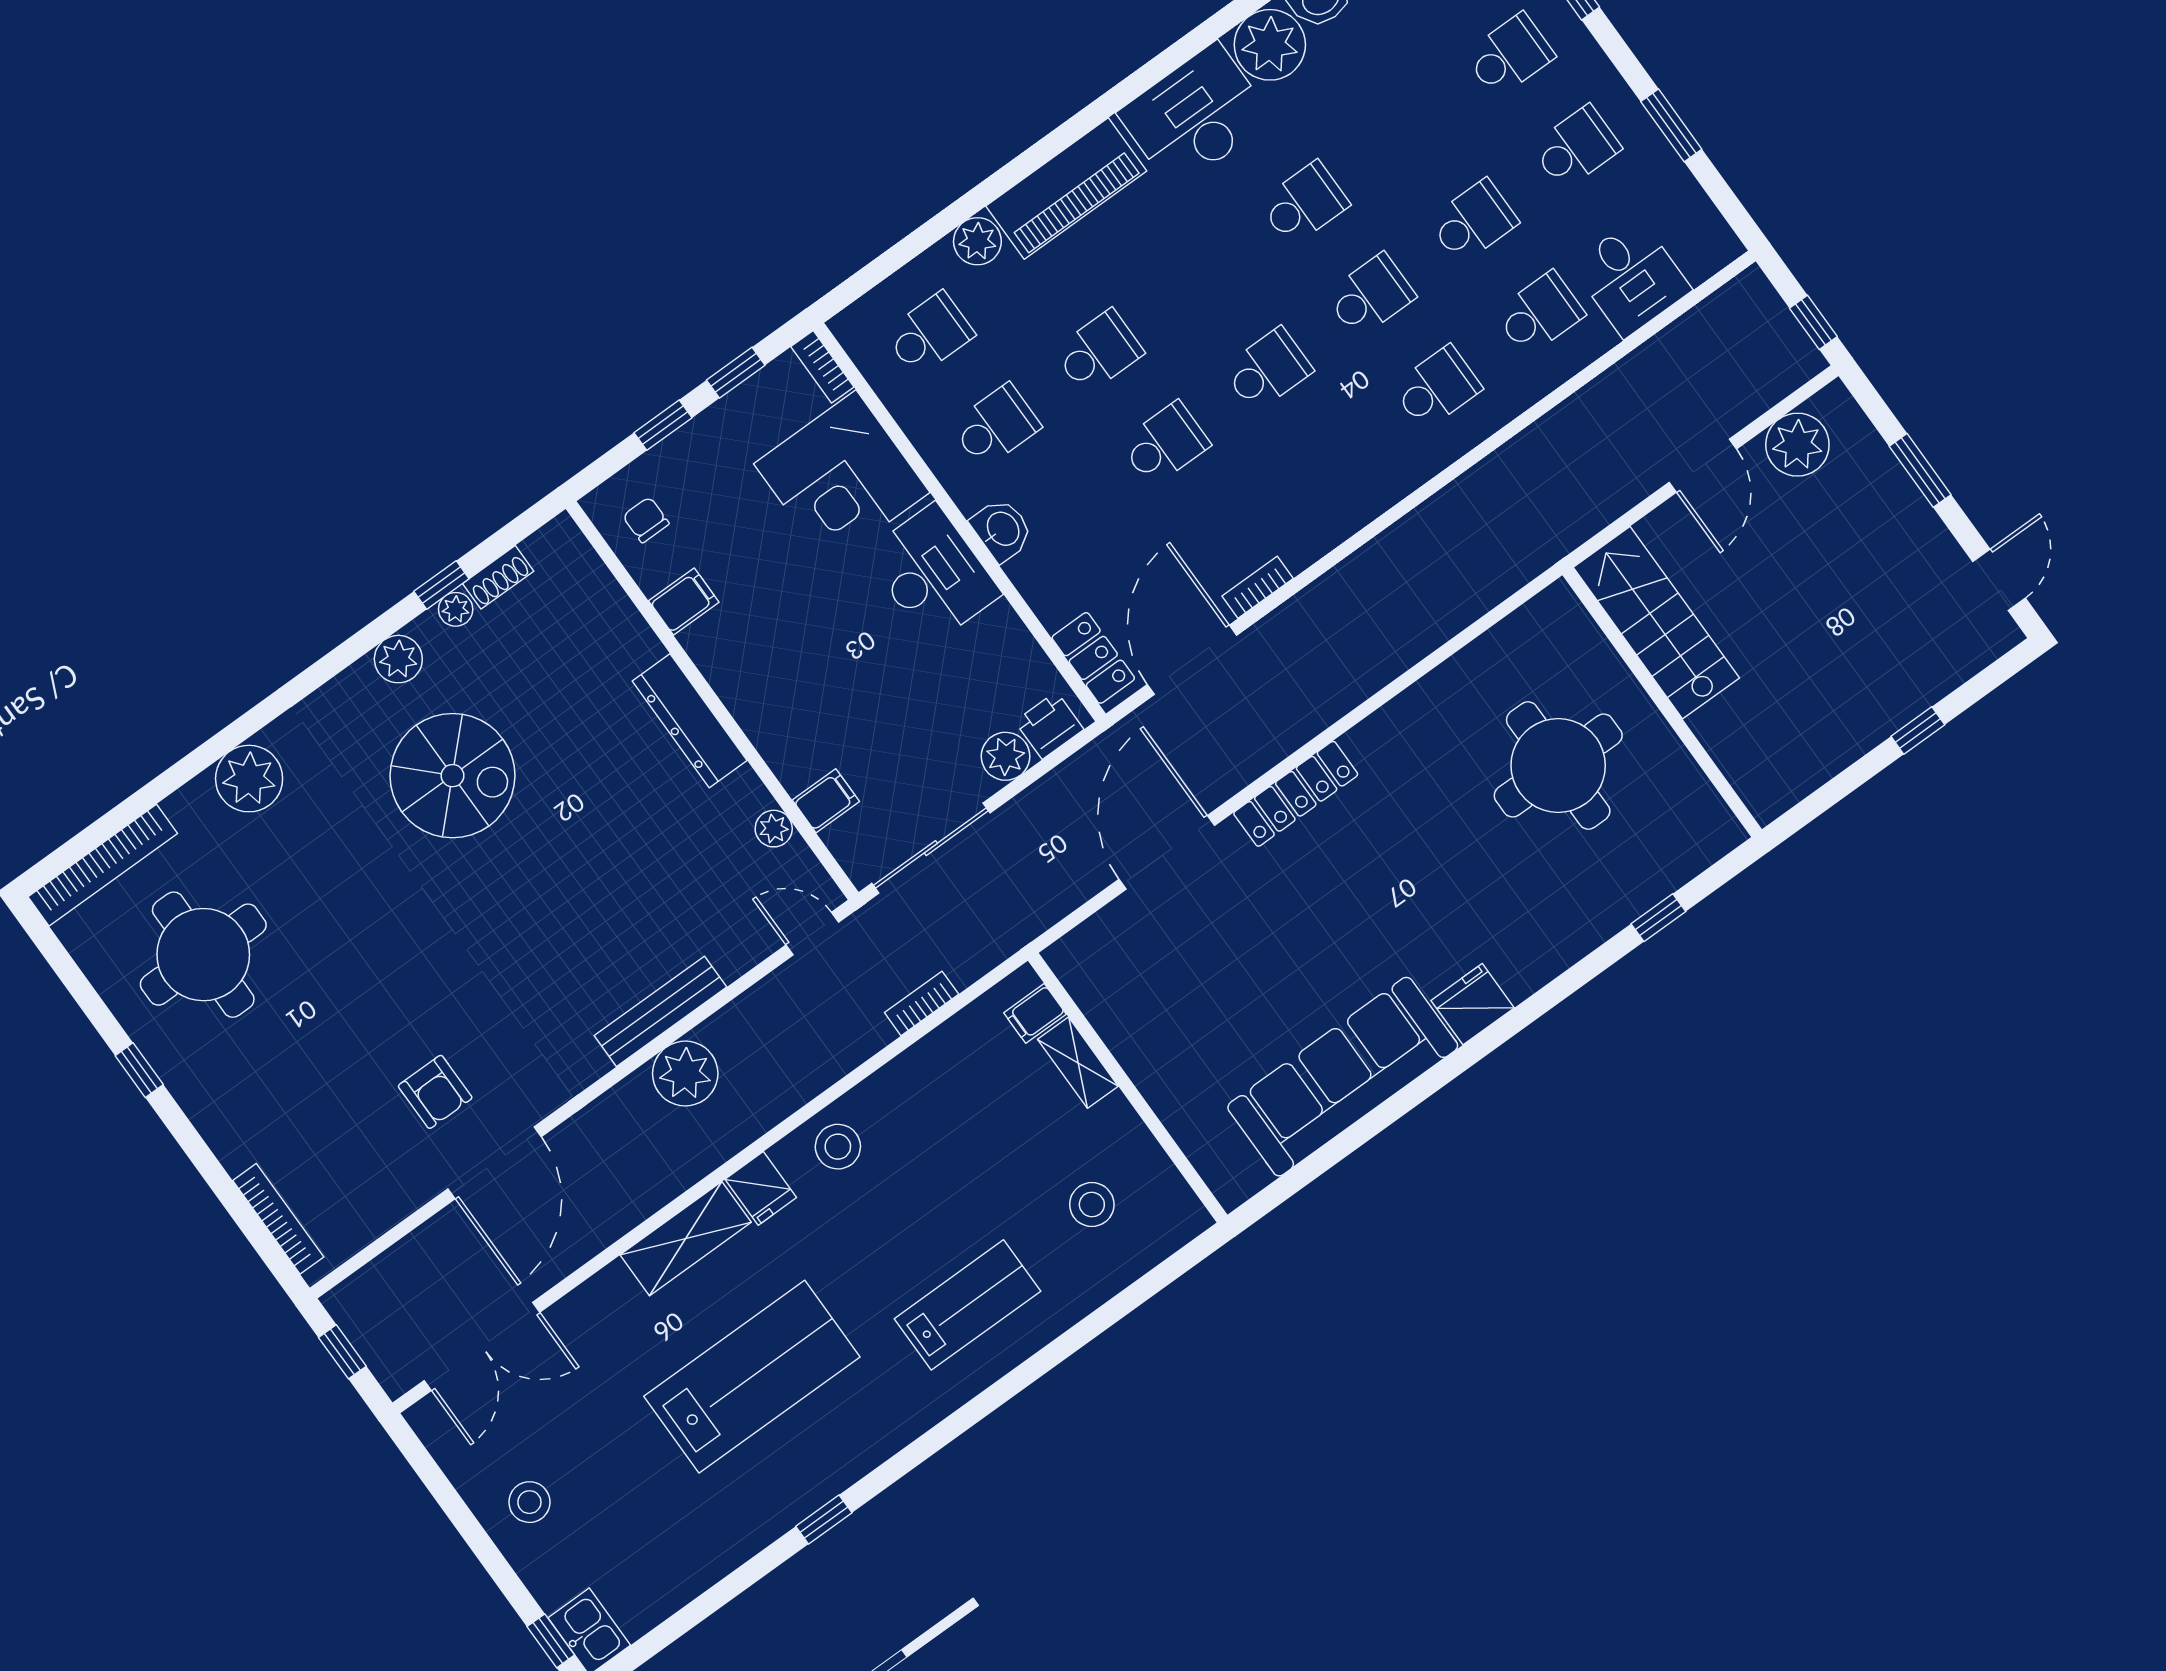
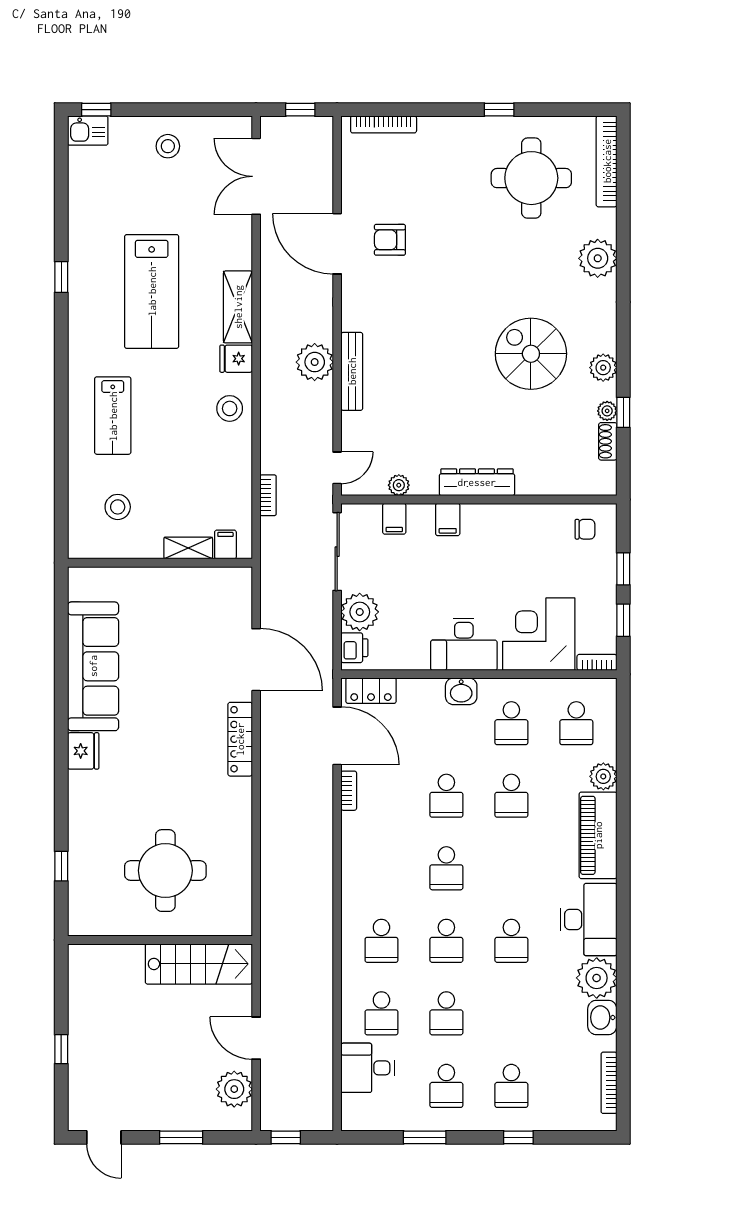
filing cabinet: (684, 601) -> (448, 519), moved
plant: (1006, 756) -> (360, 612), width x1.36, depth x1.36
spiral stairs: (452, 776) -> (531, 354), turned 90

